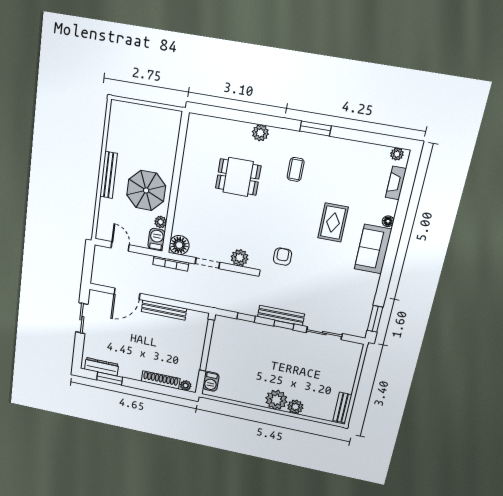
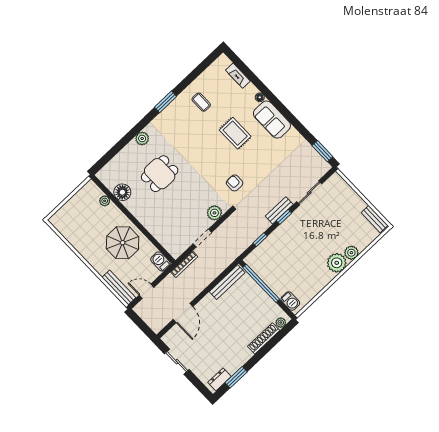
plant: (397, 154) -> (219, 63), removed
coffee table: (296, 169) -> (201, 102), moved
bench: (109, 175) -> (119, 288), moved
plant: (161, 222) -> (105, 201), moved
floor lamp: (179, 245) -> (122, 192), moved
bench: (164, 310) -> (227, 282), moved
bench: (281, 315) -> (279, 210), width x0.73
dresser: (102, 367) -> (220, 379), width x0.70

